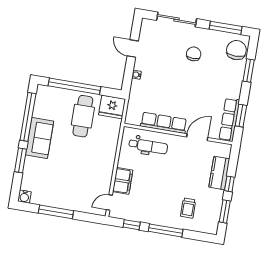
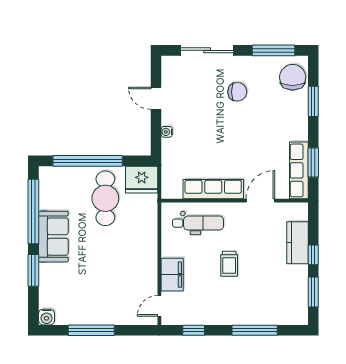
chair: (194, 54) -> (237, 92), turned 90
trolley: (188, 208) -> (229, 264), moved
window: (166, 230) -> (255, 330), moved

